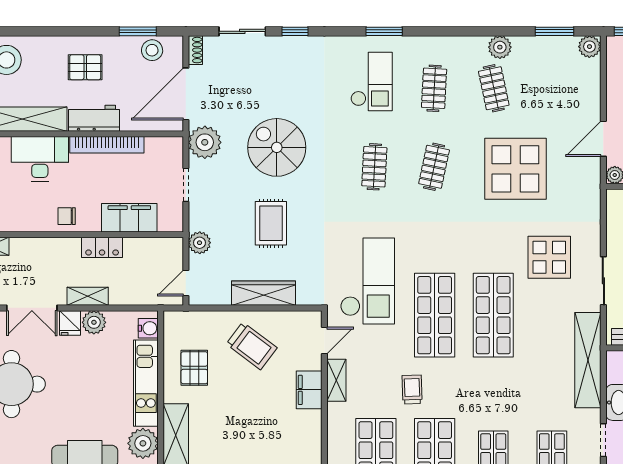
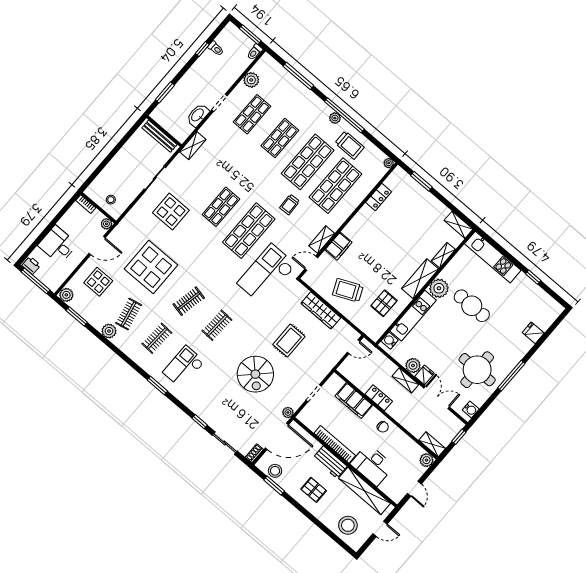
display table: (564, 96) -> (98, 282), added
plant: (205, 142) -> (288, 412), width x0.53, depth x0.53
plant: (200, 243) -> (331, 360), removed
shop shelf: (493, 315) -> (221, 207), width x0.70, depth x0.74
trolley: (252, 346) -> (348, 290), turned -61
shelving: (588, 360) -> (193, 146), width x0.45, depth x0.75

